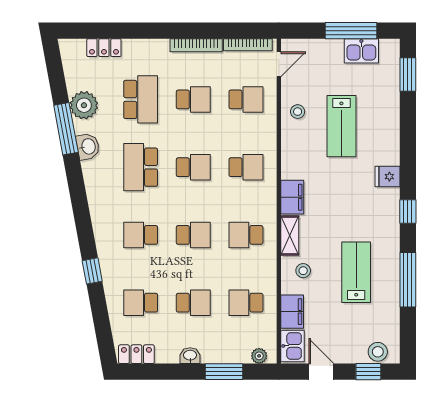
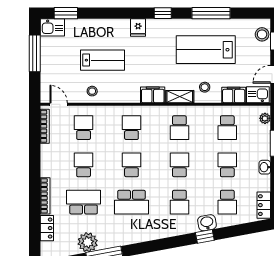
bookcase: (196, 45) -> (45, 196), moved
kitchen sink: (361, 51) -> (52, 27), moved, turned 90
washbasin: (88, 147) -> (207, 223), moved
lab bench: (356, 272) -> (206, 50), width x1.36, depth x1.39

